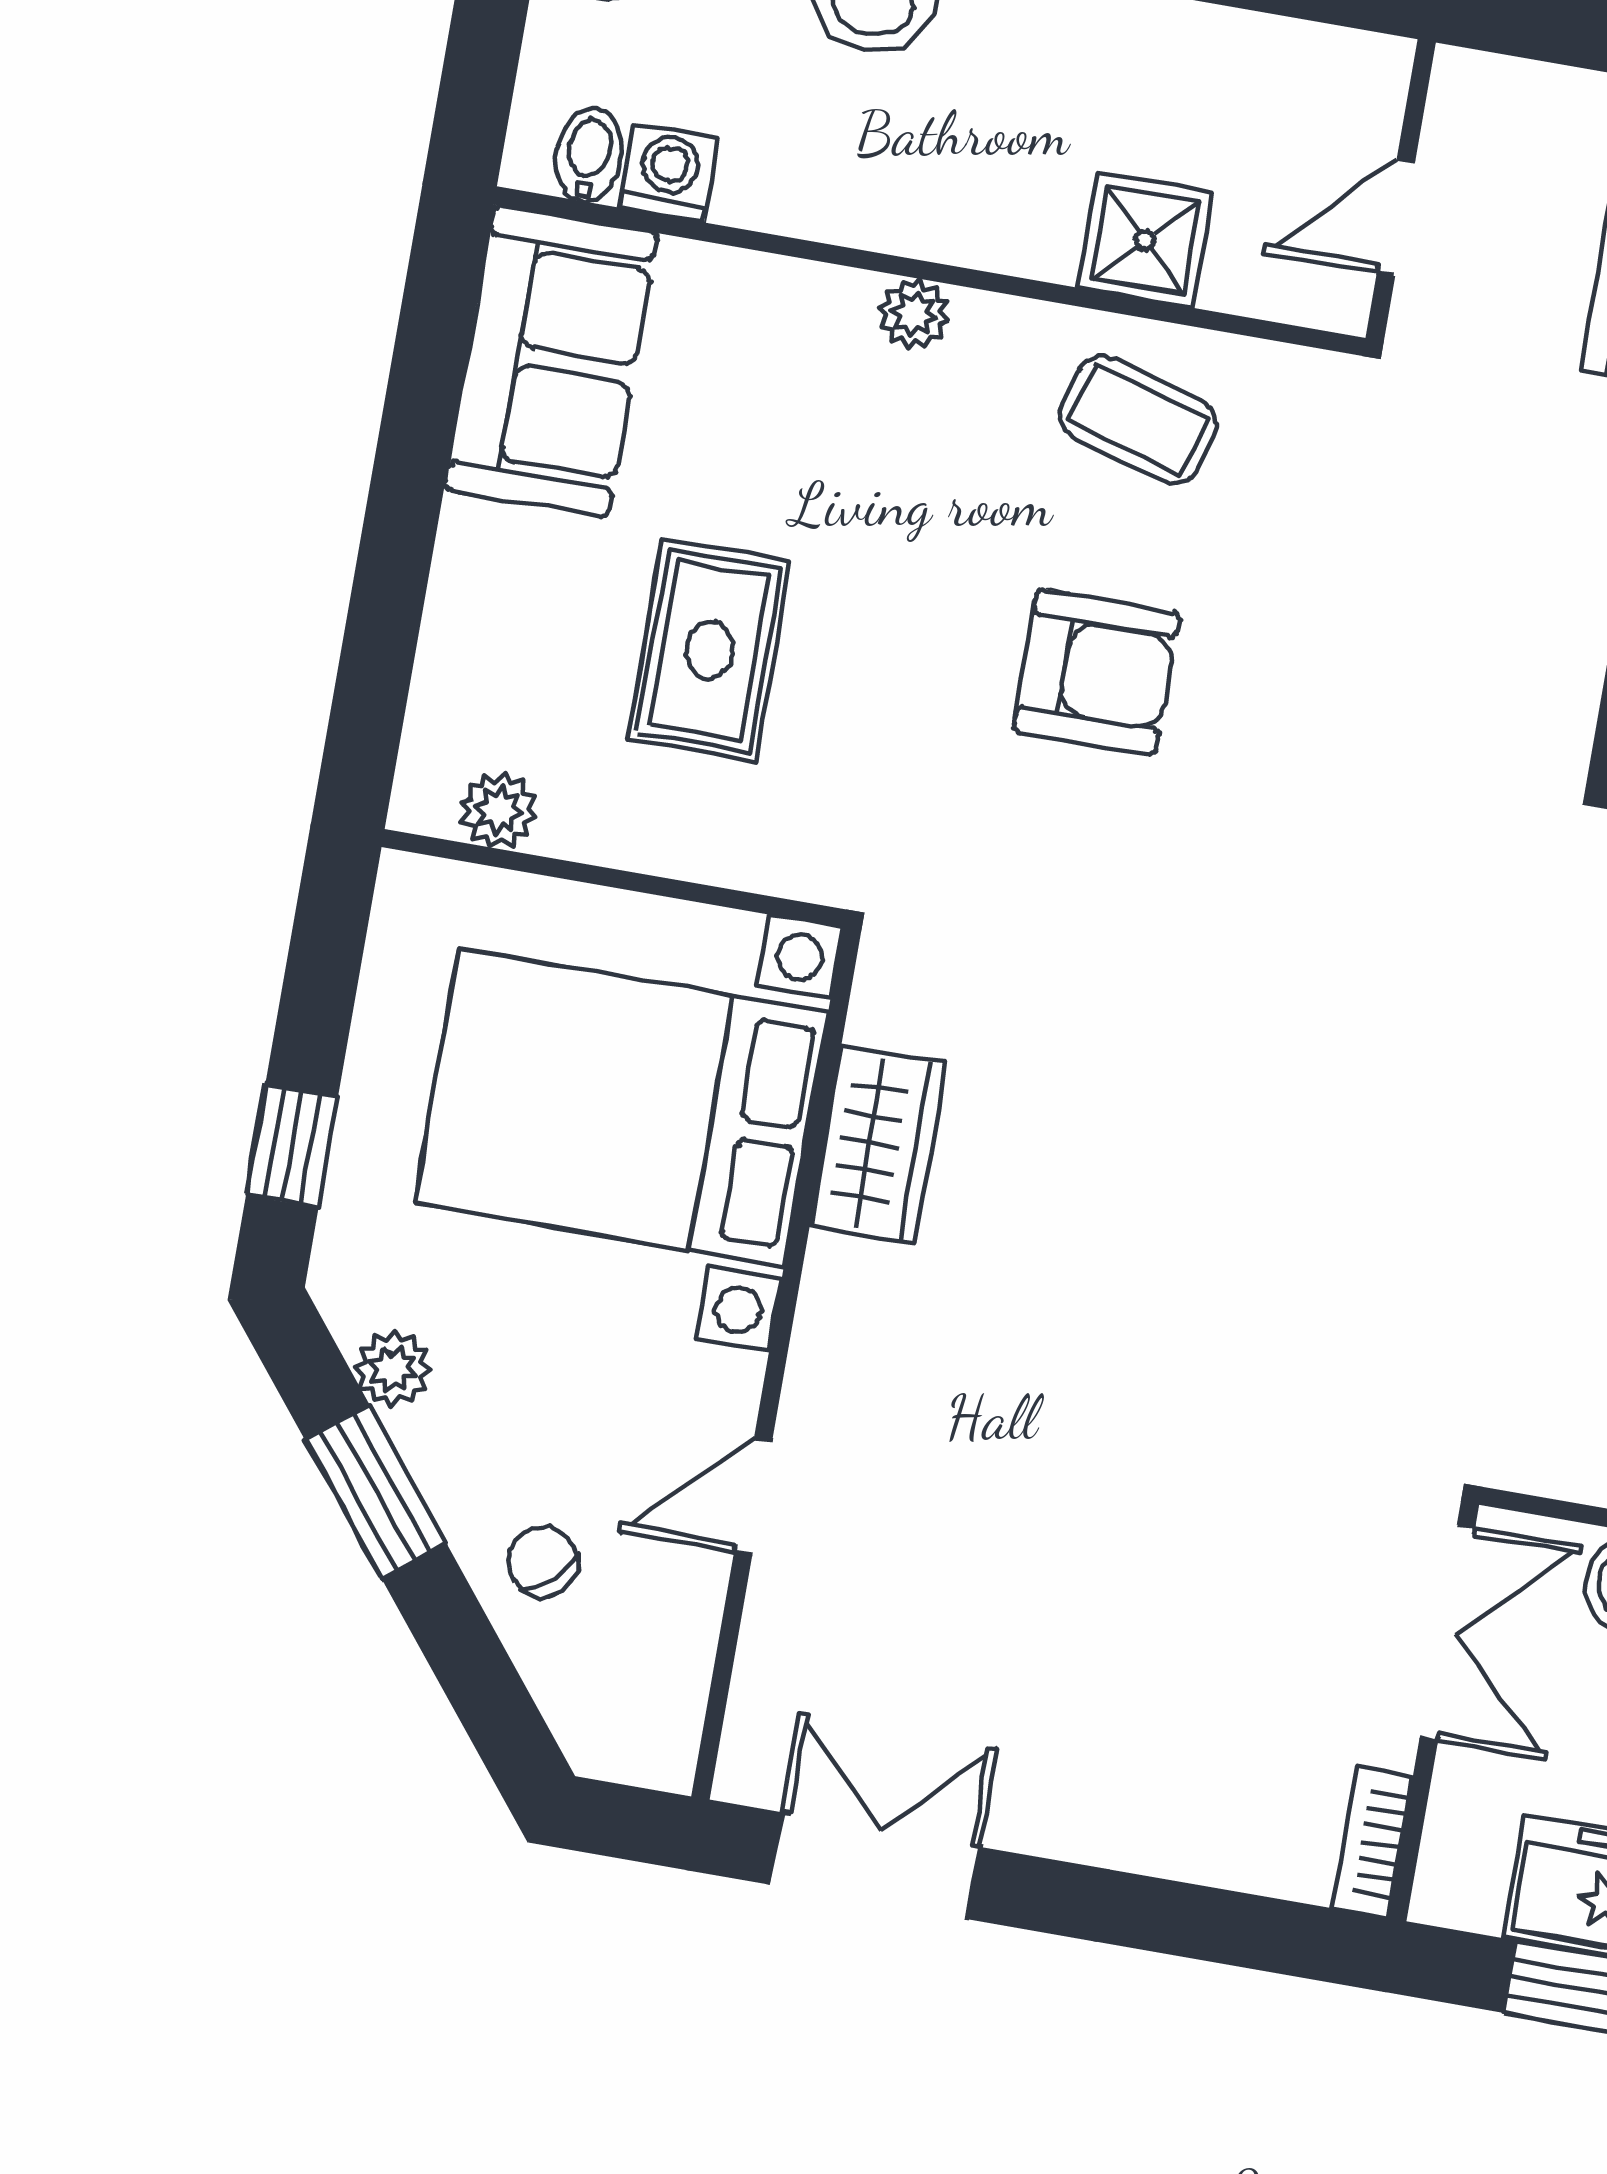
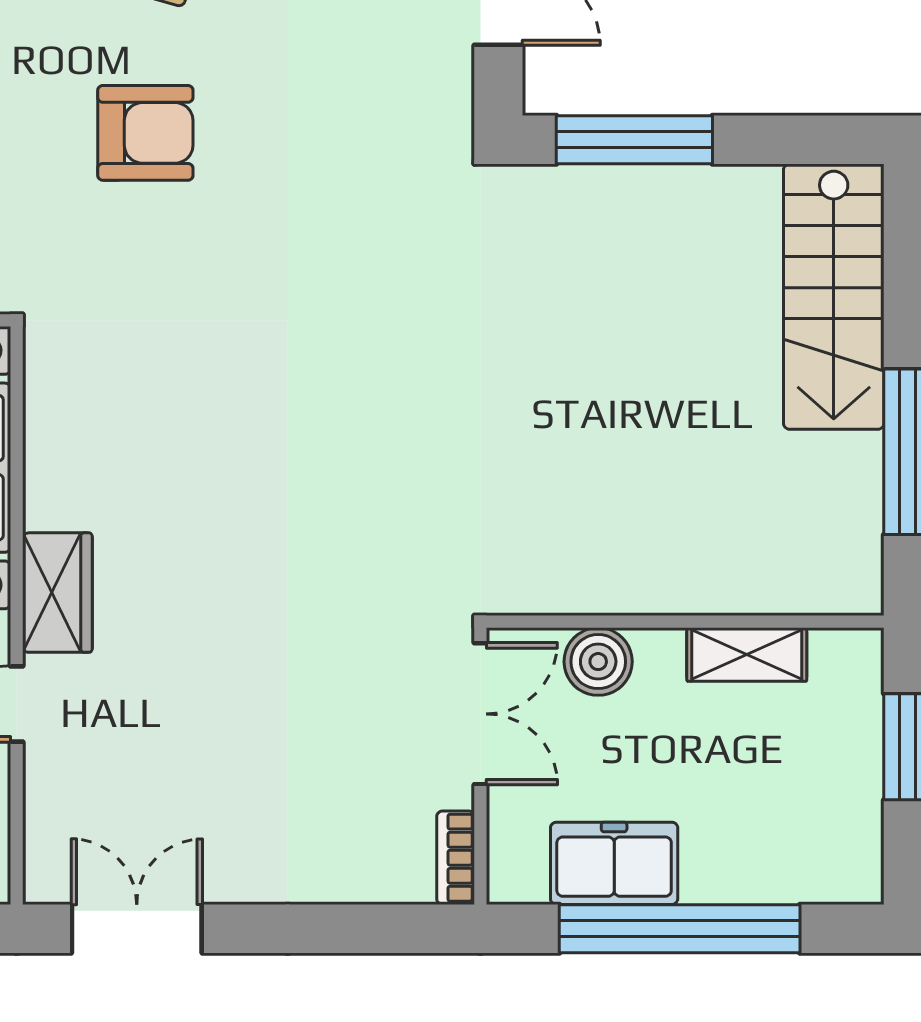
wardrobe: (878, 1144) -> (57, 593), moved

